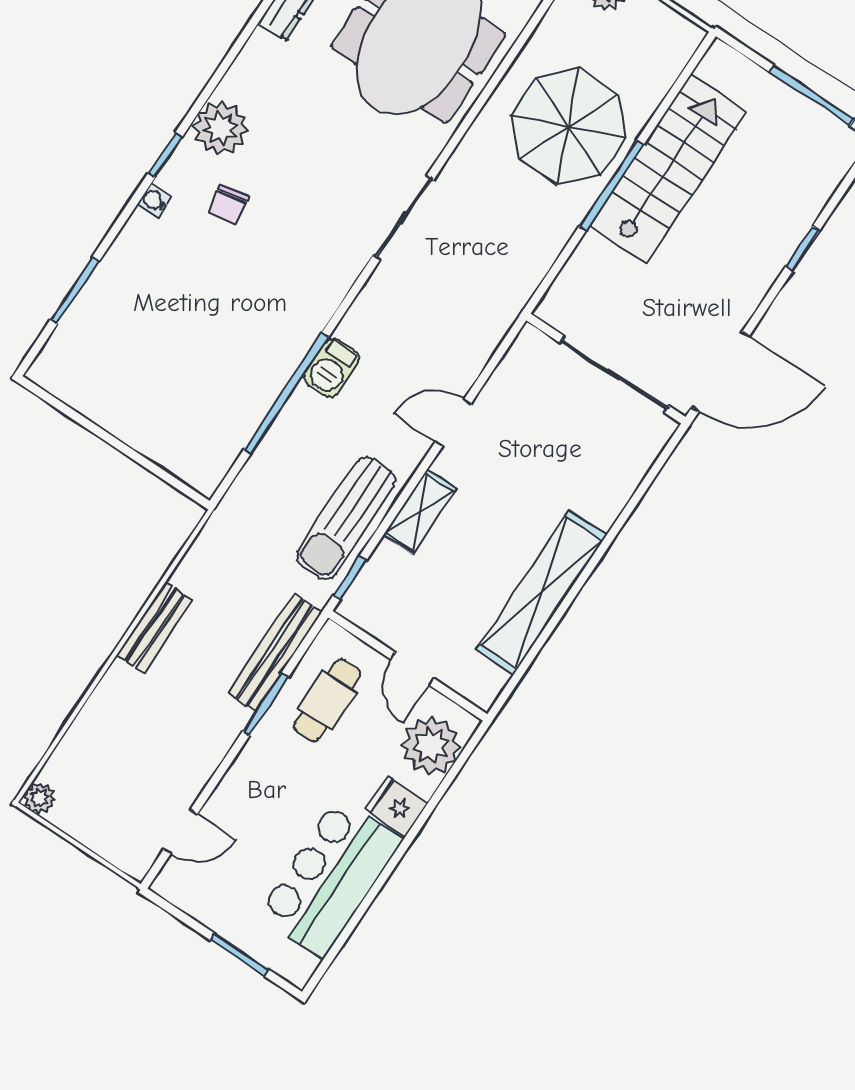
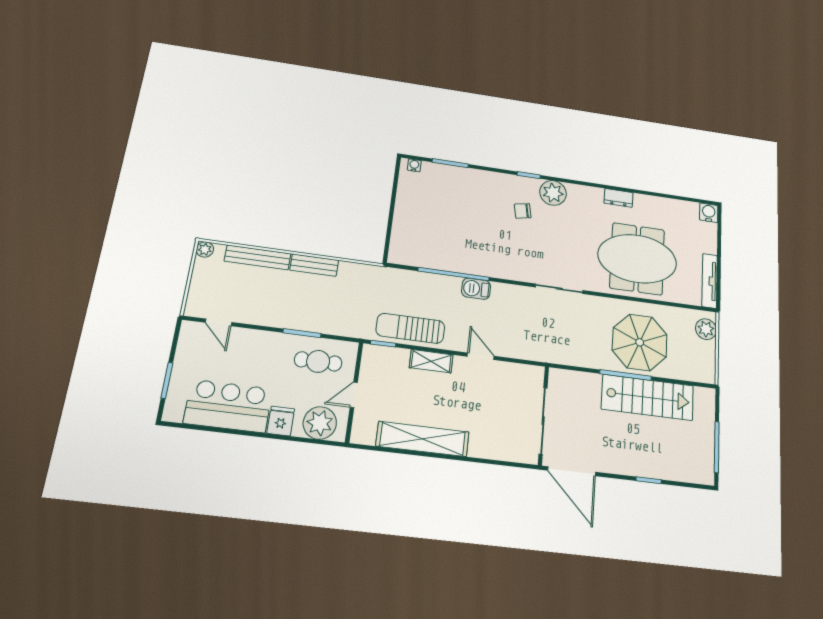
water cooler: (155, 201) -> (414, 165), moved
bench: (275, 653) -> (258, 257), moved

